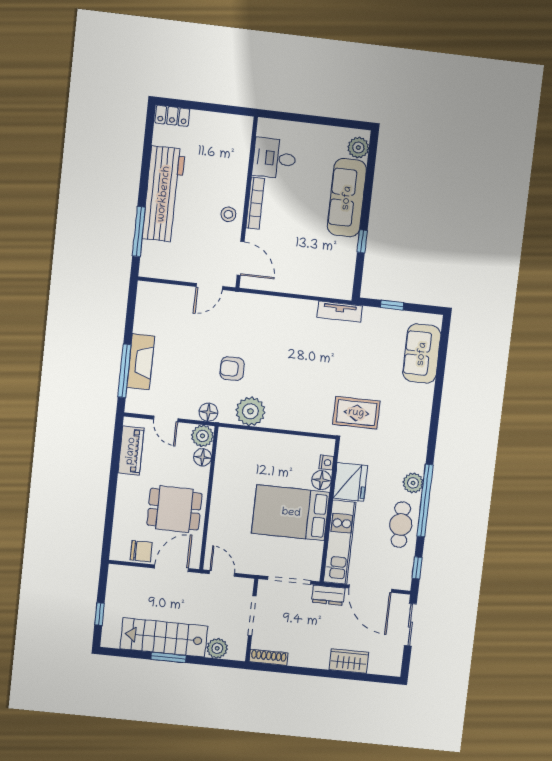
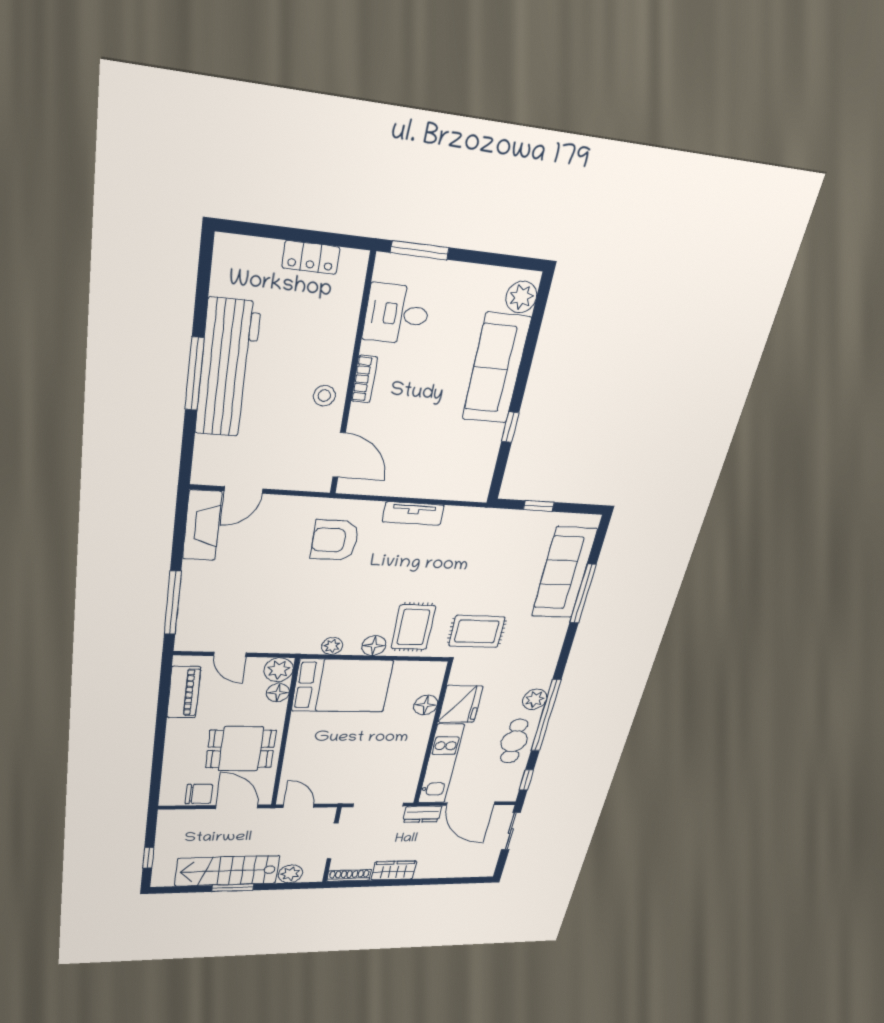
locker: (172, 116) -> (311, 257), moved
window: (286, 116) -> (420, 250), added
bookcase: (255, 203) -> (364, 379), width x0.64
window: (139, 232) -> (194, 374), moved
door: (209, 286) -> (243, 490), moved
tv unit: (340, 312) -> (413, 514), moved
sofa: (422, 354) -> (564, 573), width x1.36
fireplace: (141, 362) -> (202, 526), moved
armchair: (232, 369) -> (335, 540), moved, width x1.38, depth x1.38
window: (439, 384) -> (583, 594), added
rug: (305, 405) -> (413, 627), added
plant: (250, 411) -> (332, 646), width x0.53, depth x0.53
floor lamp: (208, 412) -> (374, 646), moved
nightstand: (326, 462) -> (434, 686), removed
bed: (291, 513) -> (342, 686), moved, turned 180
door: (171, 568) -> (237, 807), hinge flipped
wardrobe: (349, 661) -> (394, 870), moved

